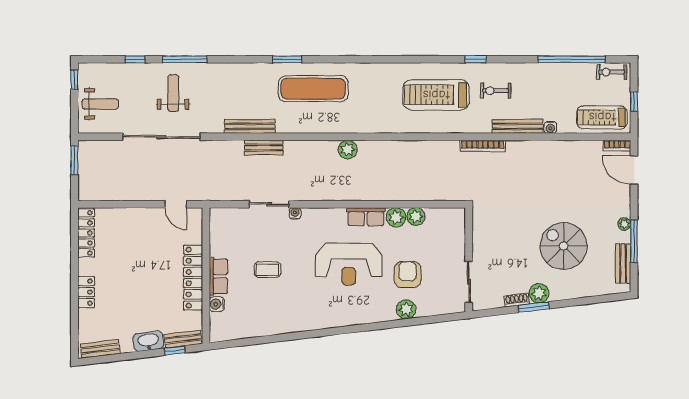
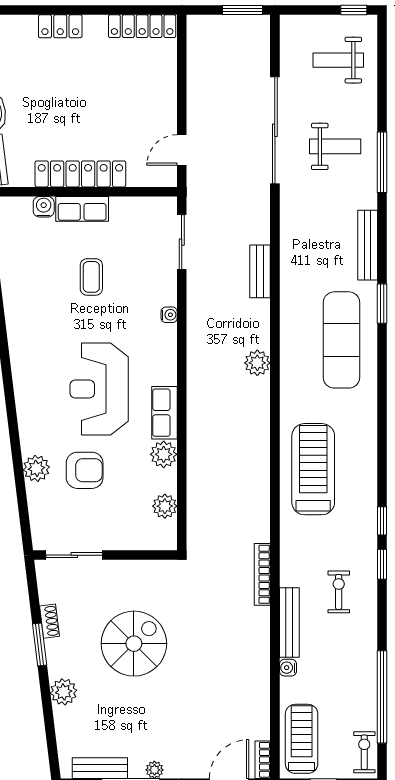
window: (135, 59) -> (382, 521), moved
treadmill: (436, 95) -> (313, 469), moved
weight bench: (100, 104) -> (338, 60), moved, turned 90
bench: (250, 126) -> (368, 245), moved
plant: (348, 150) -> (257, 363), moved
sliding door: (269, 204) -> (182, 242), moved
plant: (416, 217) -> (165, 506), moved
spiral stairs: (564, 246) -> (134, 644), moved
plant: (539, 293) -> (64, 692), moved

